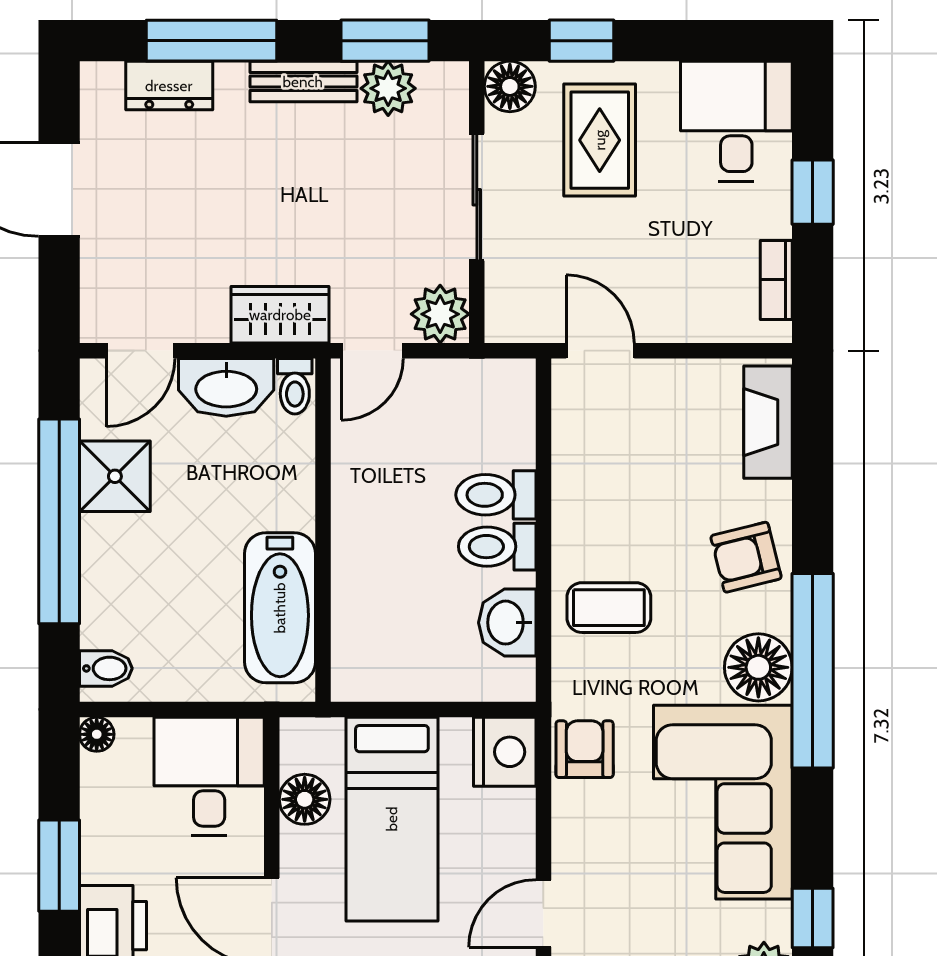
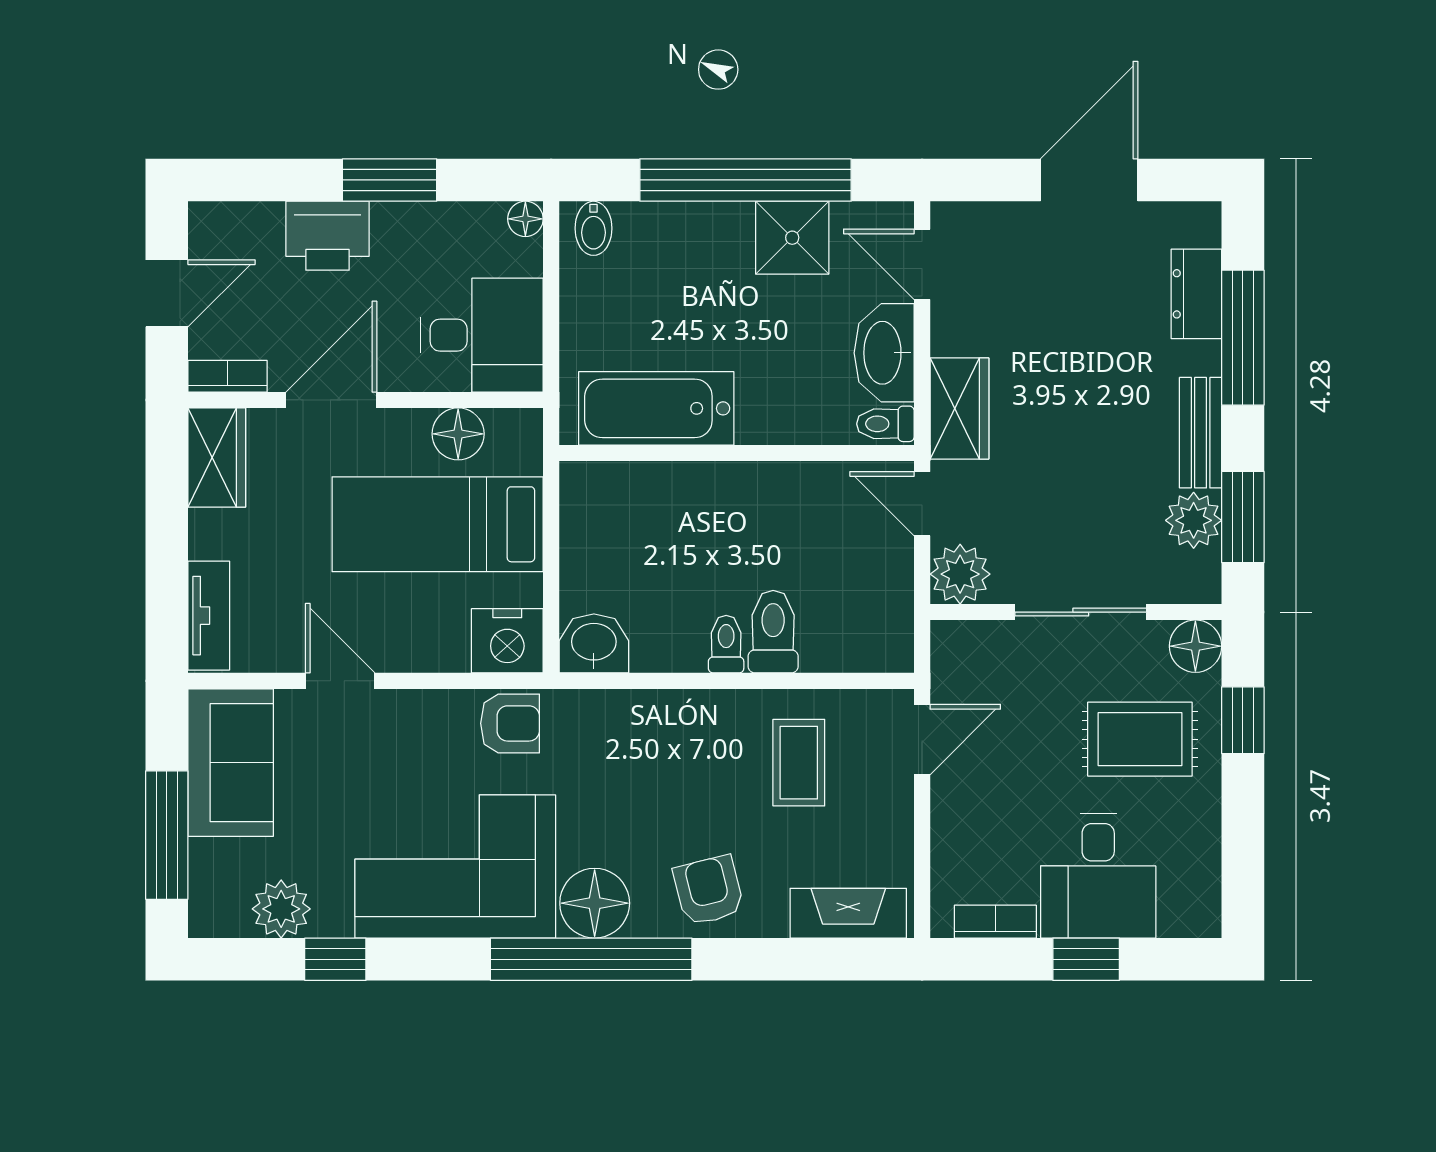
desk: (736, 121) -> (1098, 876), moved, turned 90
toilet: (497, 547) -> (726, 644), width x0.73, depth x0.72
coffee table: (609, 608) -> (799, 763), moved
washbasin: (507, 623) -> (594, 643), moved

